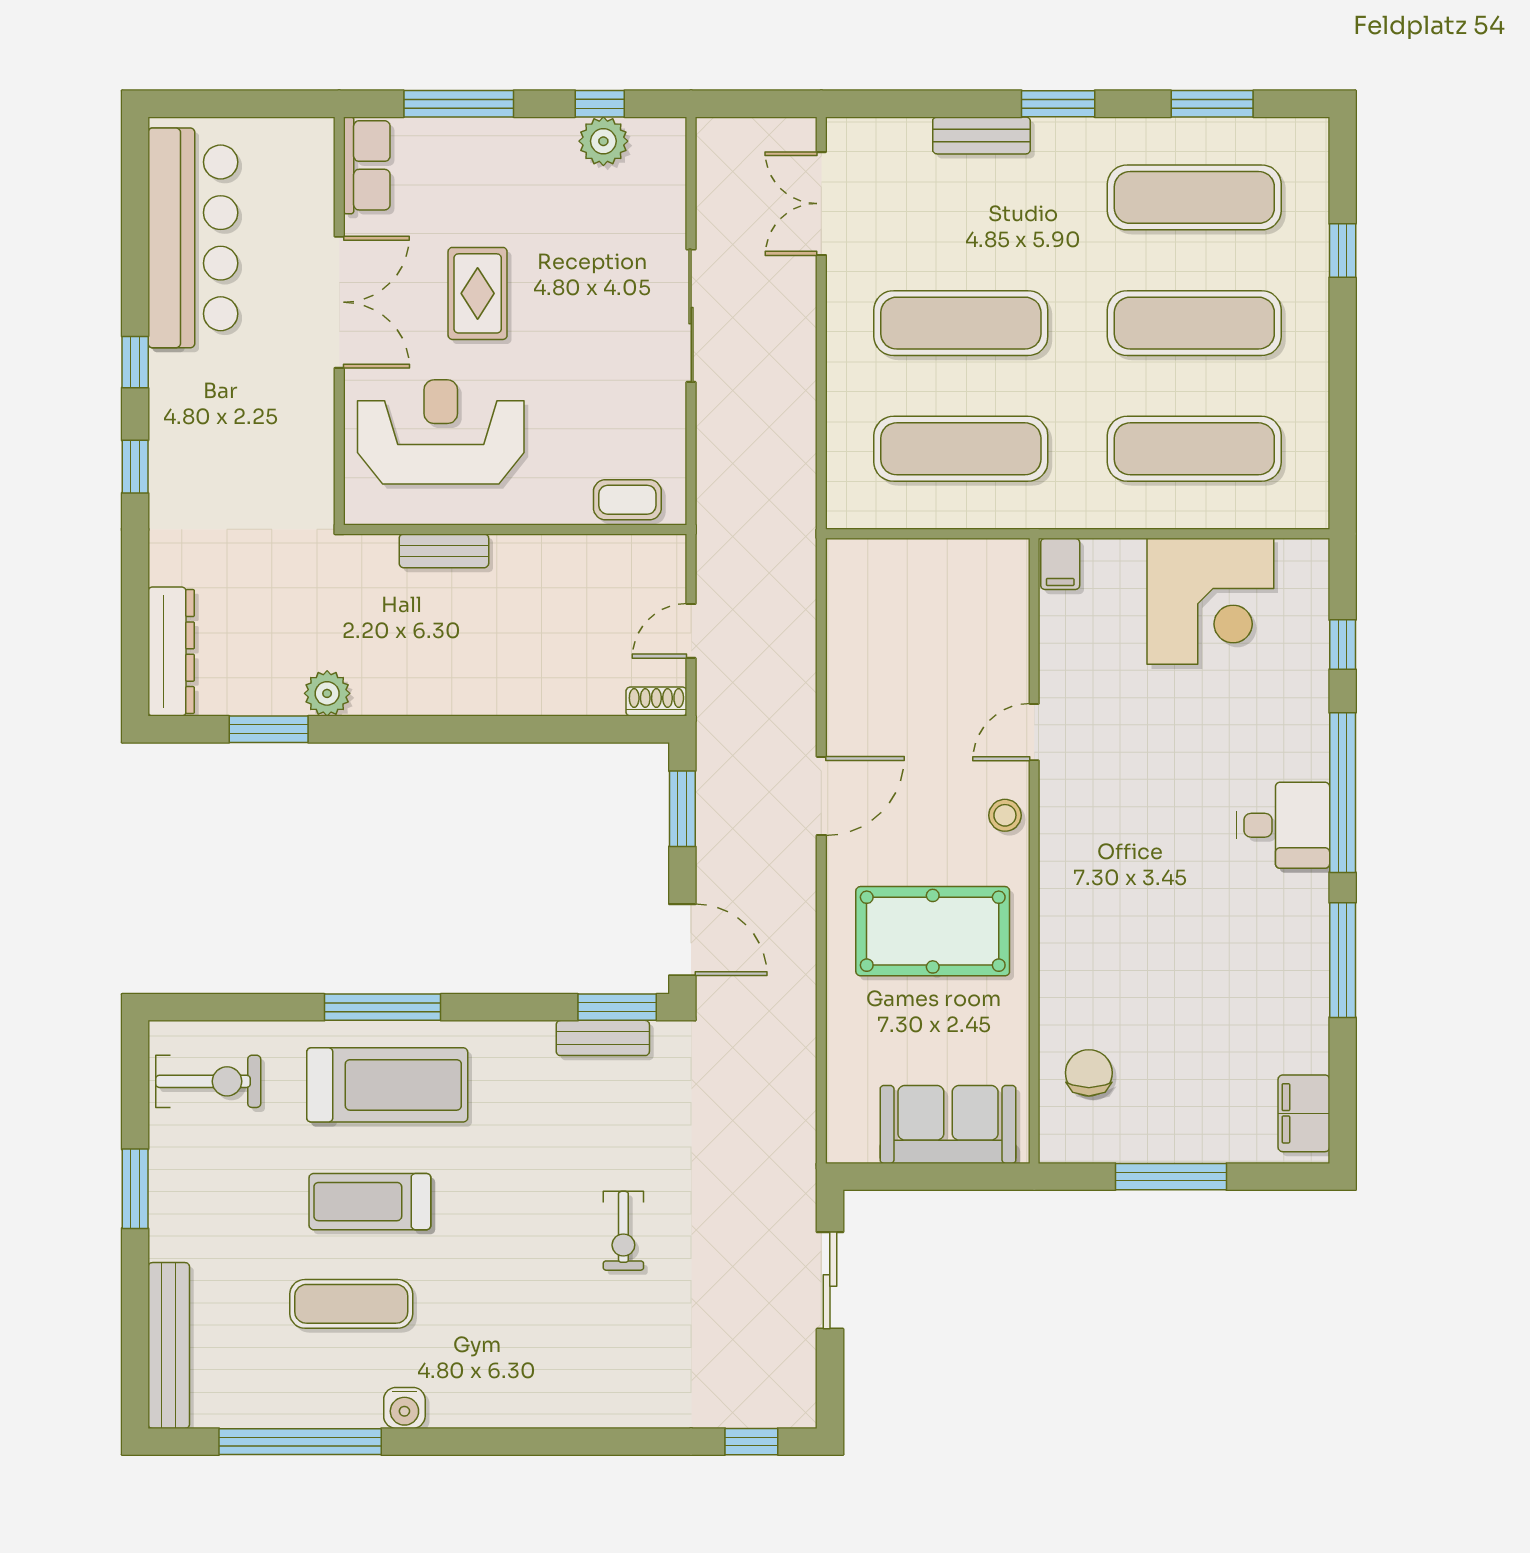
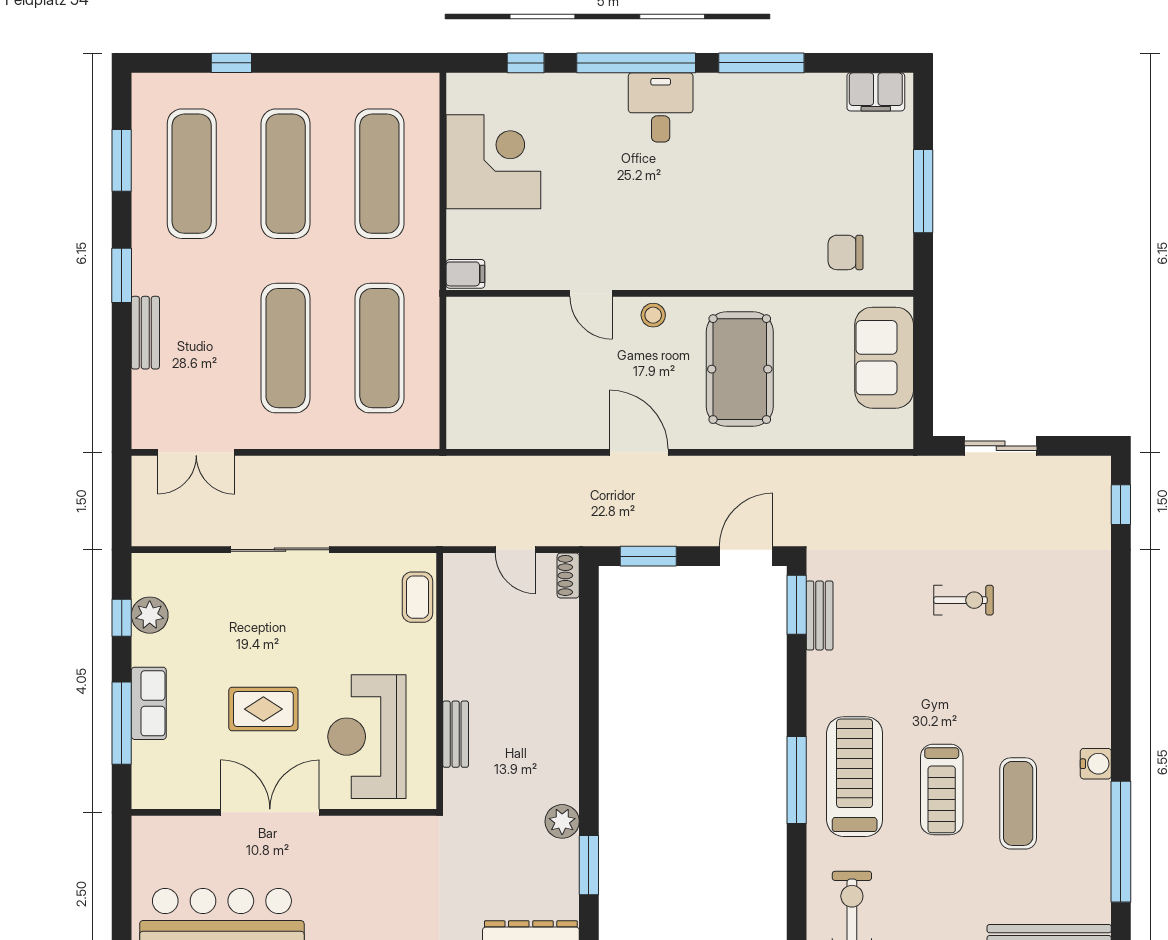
row of seats: (367, 165) -> (149, 703), moved, turned 90

